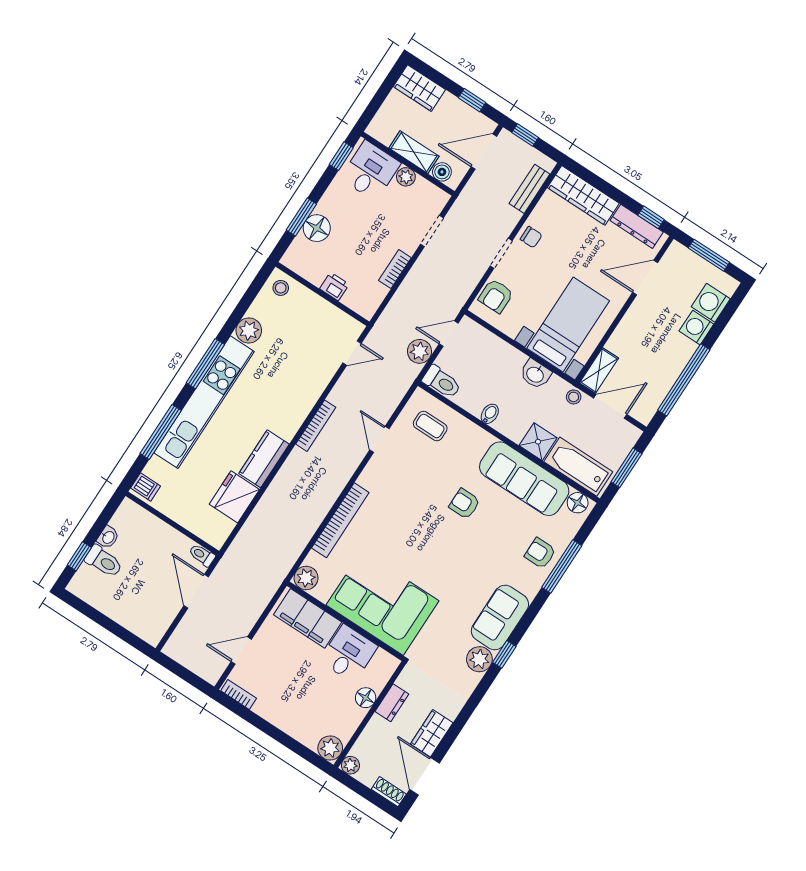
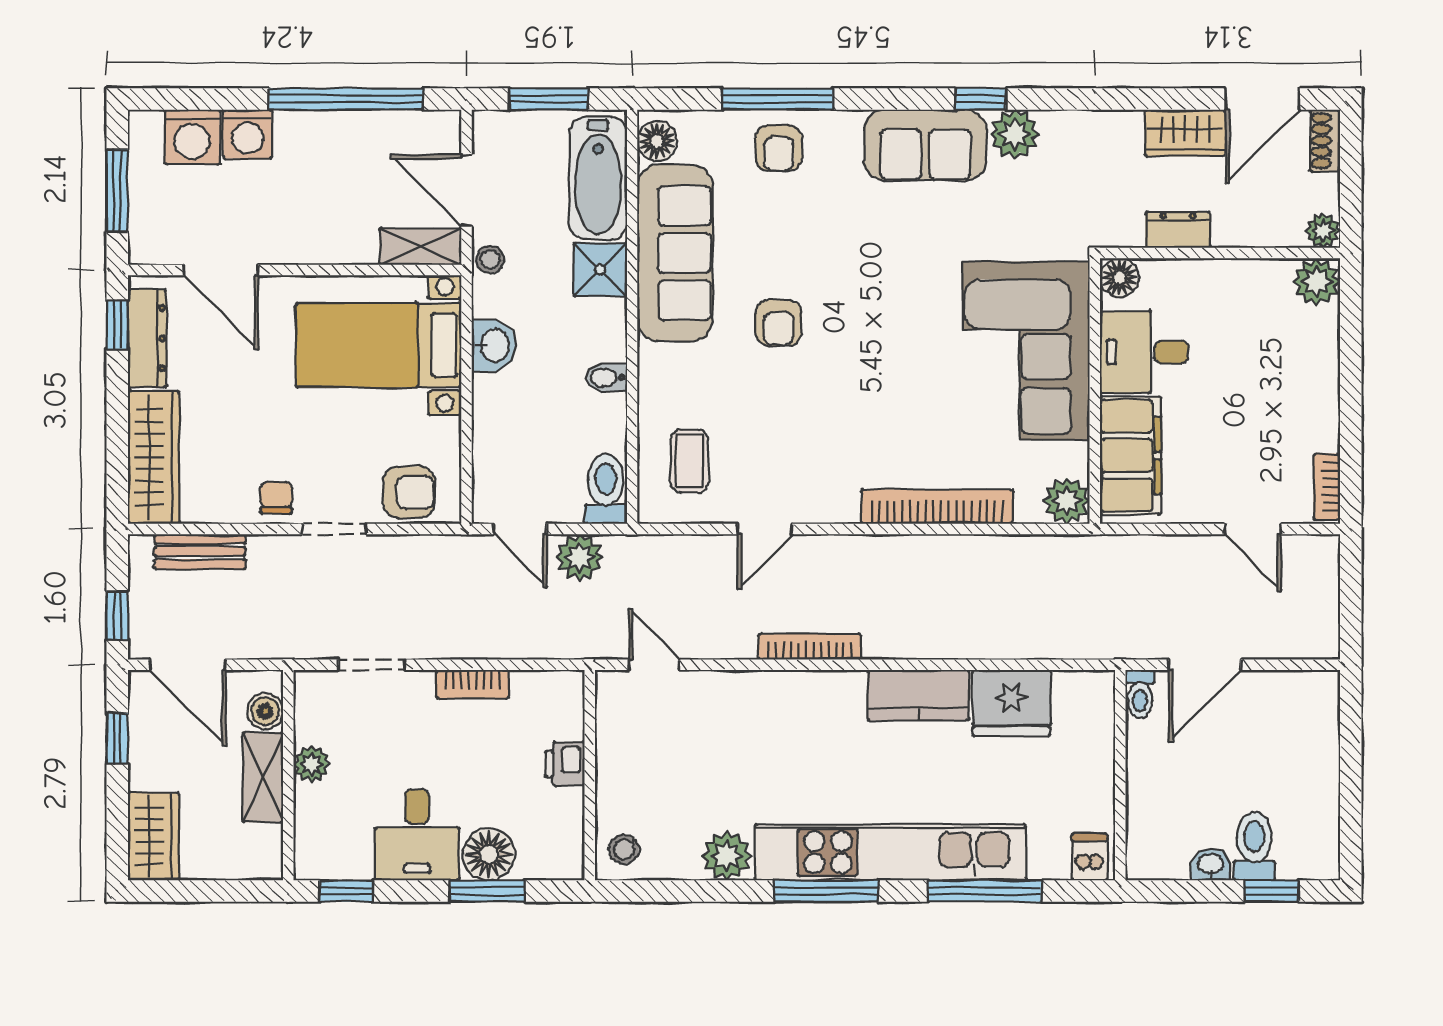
desk: (370, 171) -> (417, 835), moved, turned -90
floor lamp: (366, 698) -> (1119, 278), moved

